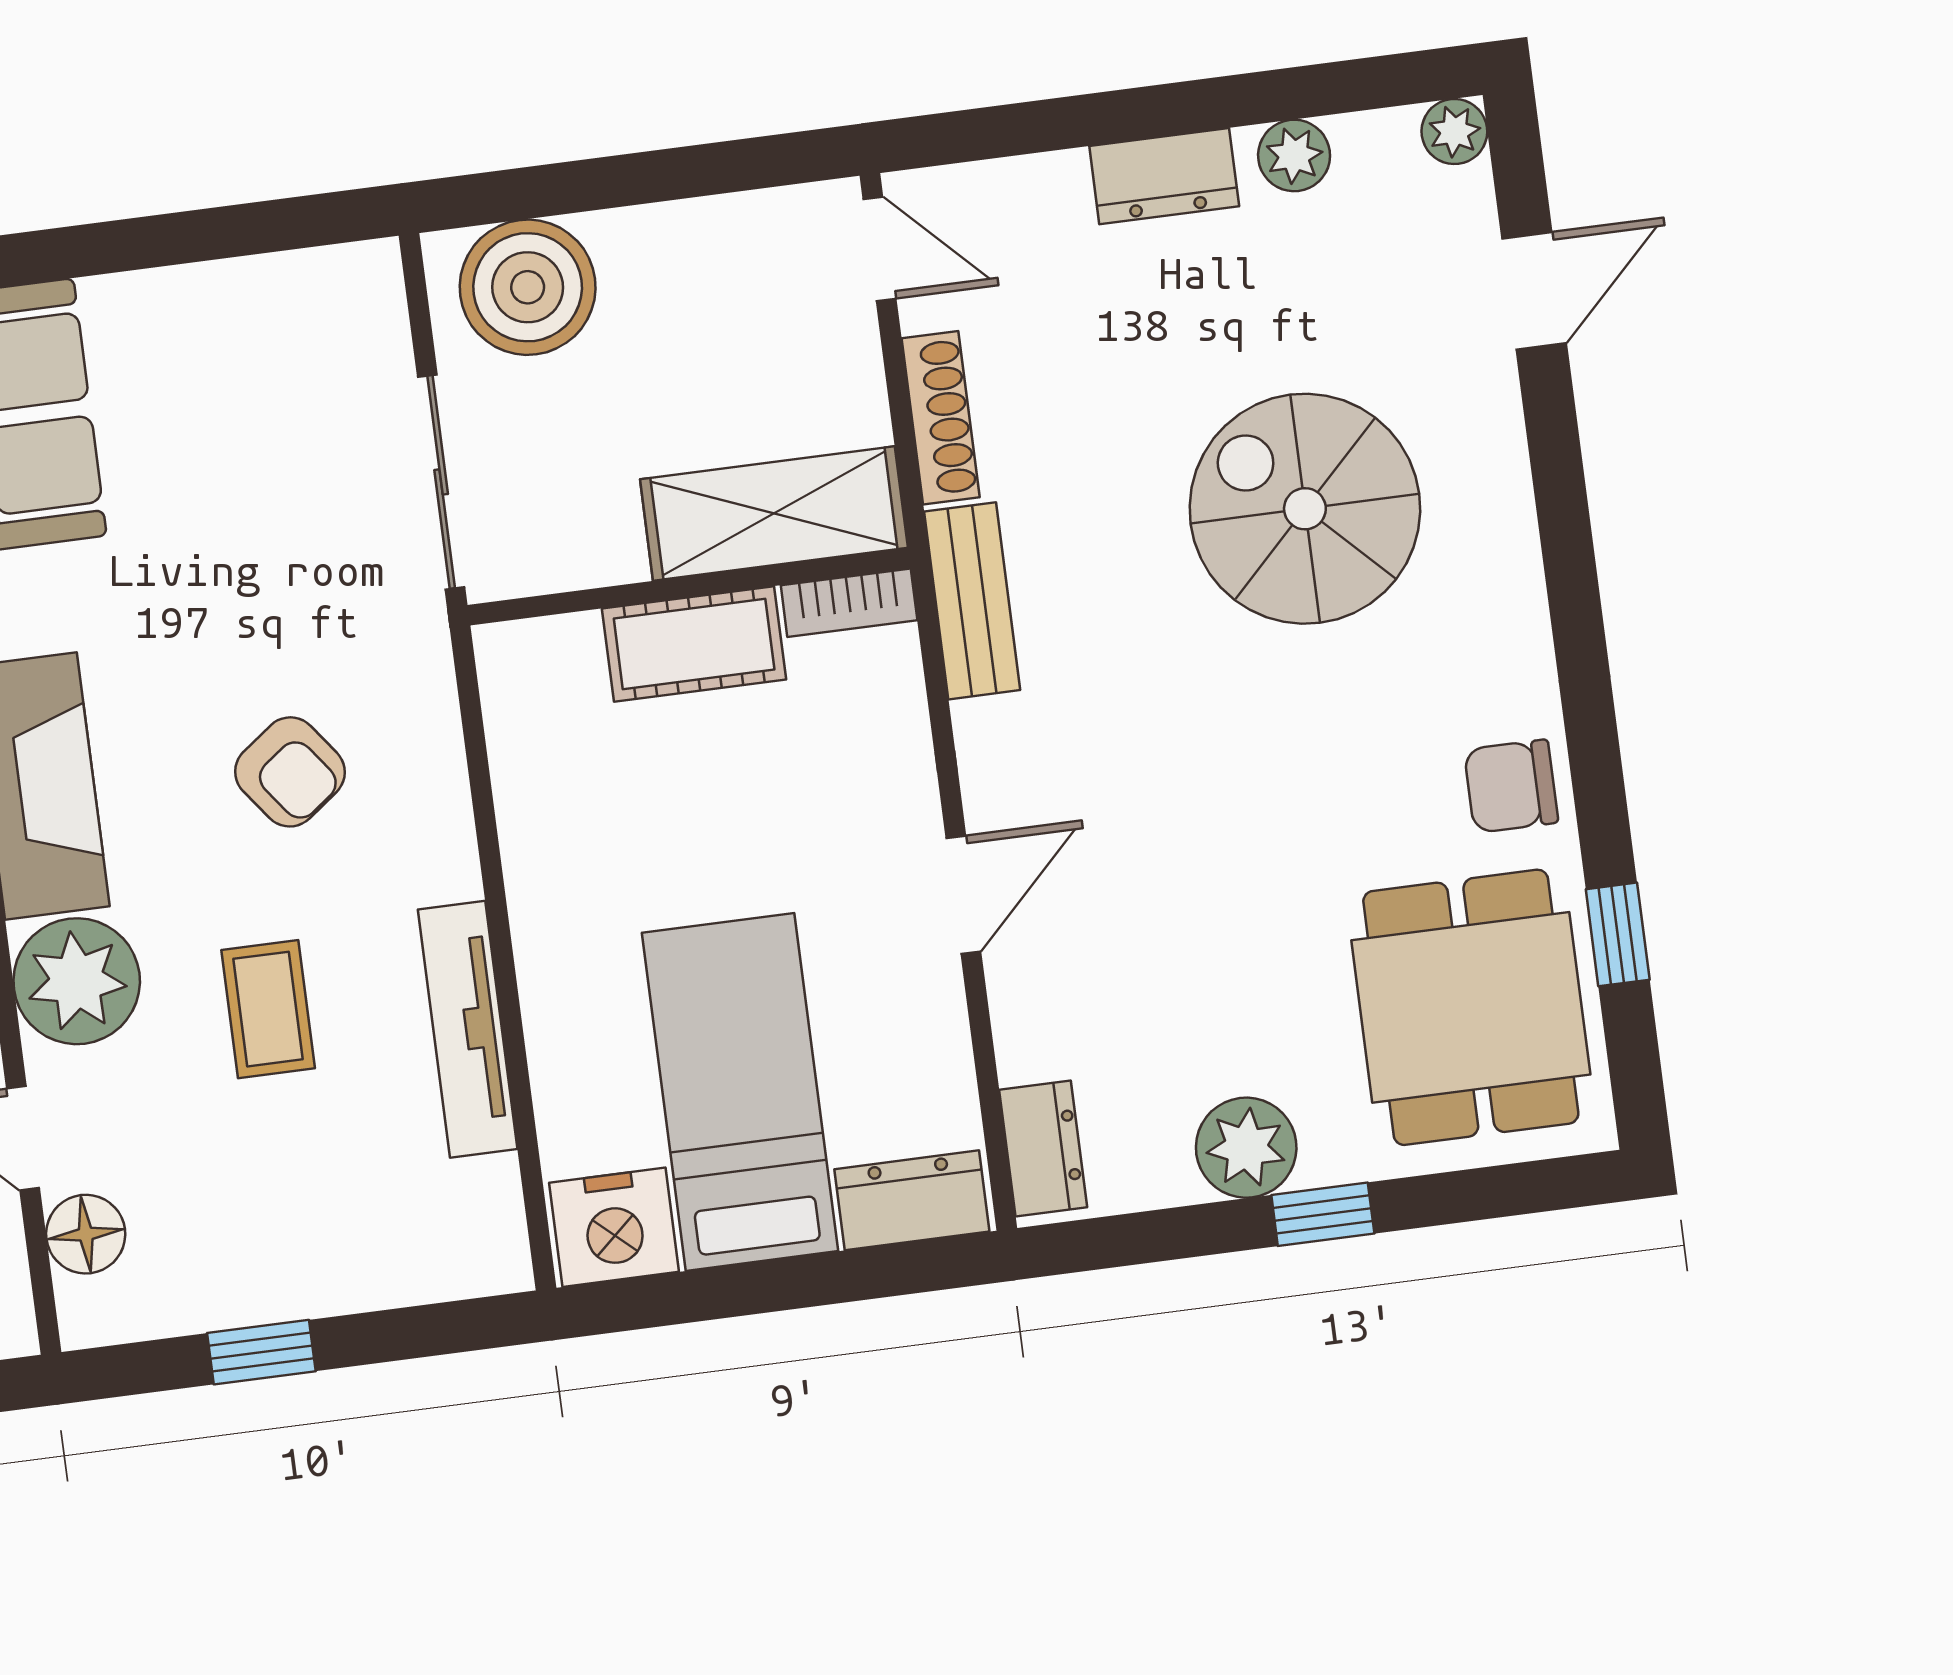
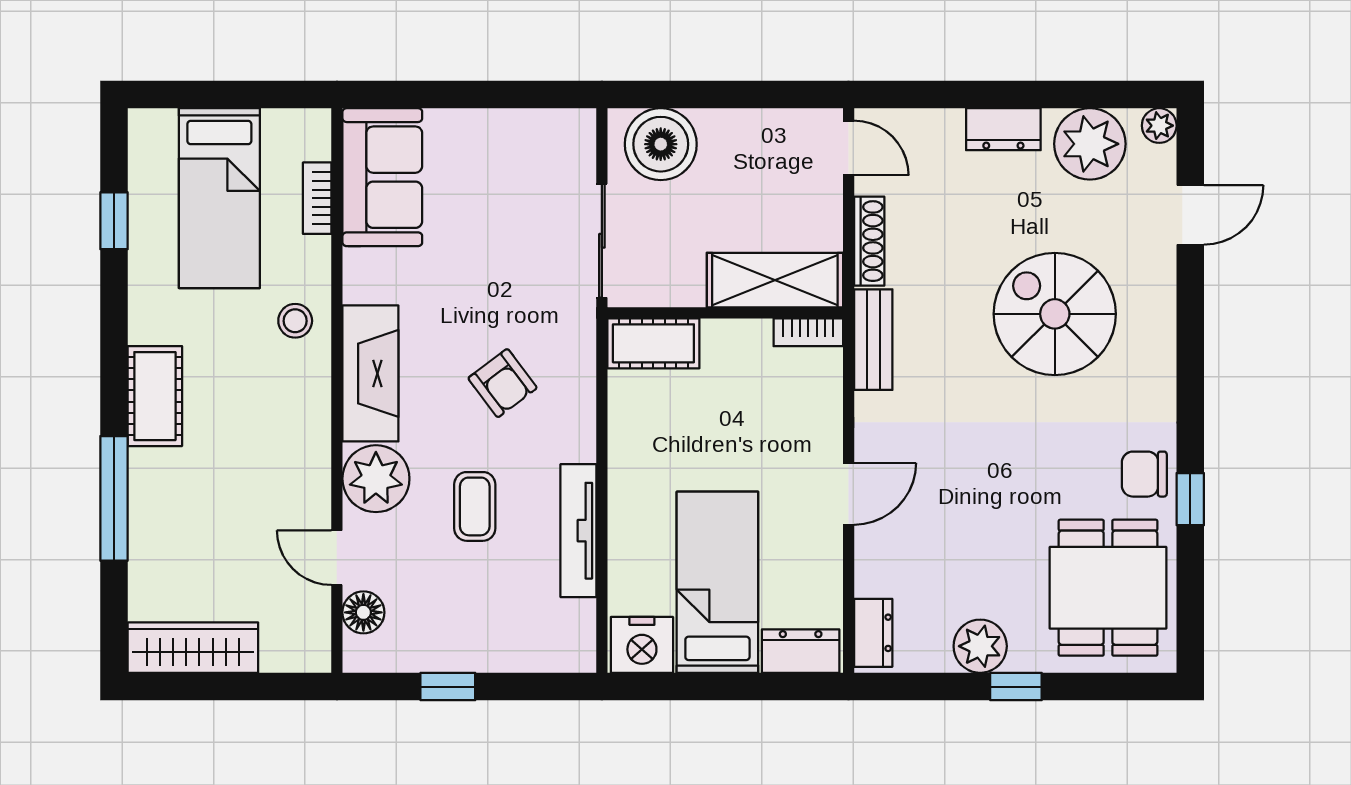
plant: (1294, 155) -> (1090, 144), width x1.88, depth x1.88
cot: (694, 644) -> (653, 343), moved
window: (1618, 934) -> (1190, 499), moved

